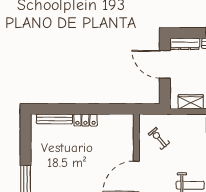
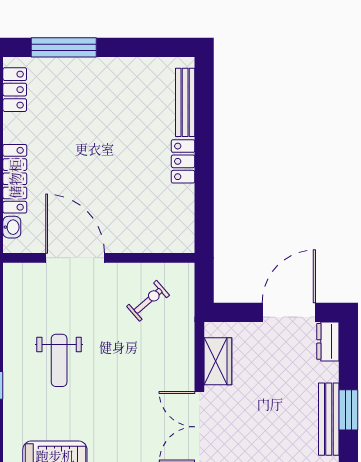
dresser: (185, 44) -> (328, 341), width x0.70

